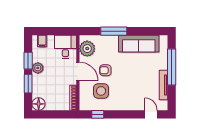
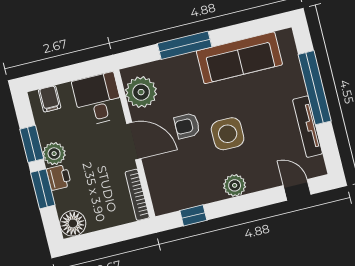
printer: (37, 80) -> (59, 177), added
side table: (101, 91) -> (228, 134), moved
plant: (121, 105) -> (235, 185), added

